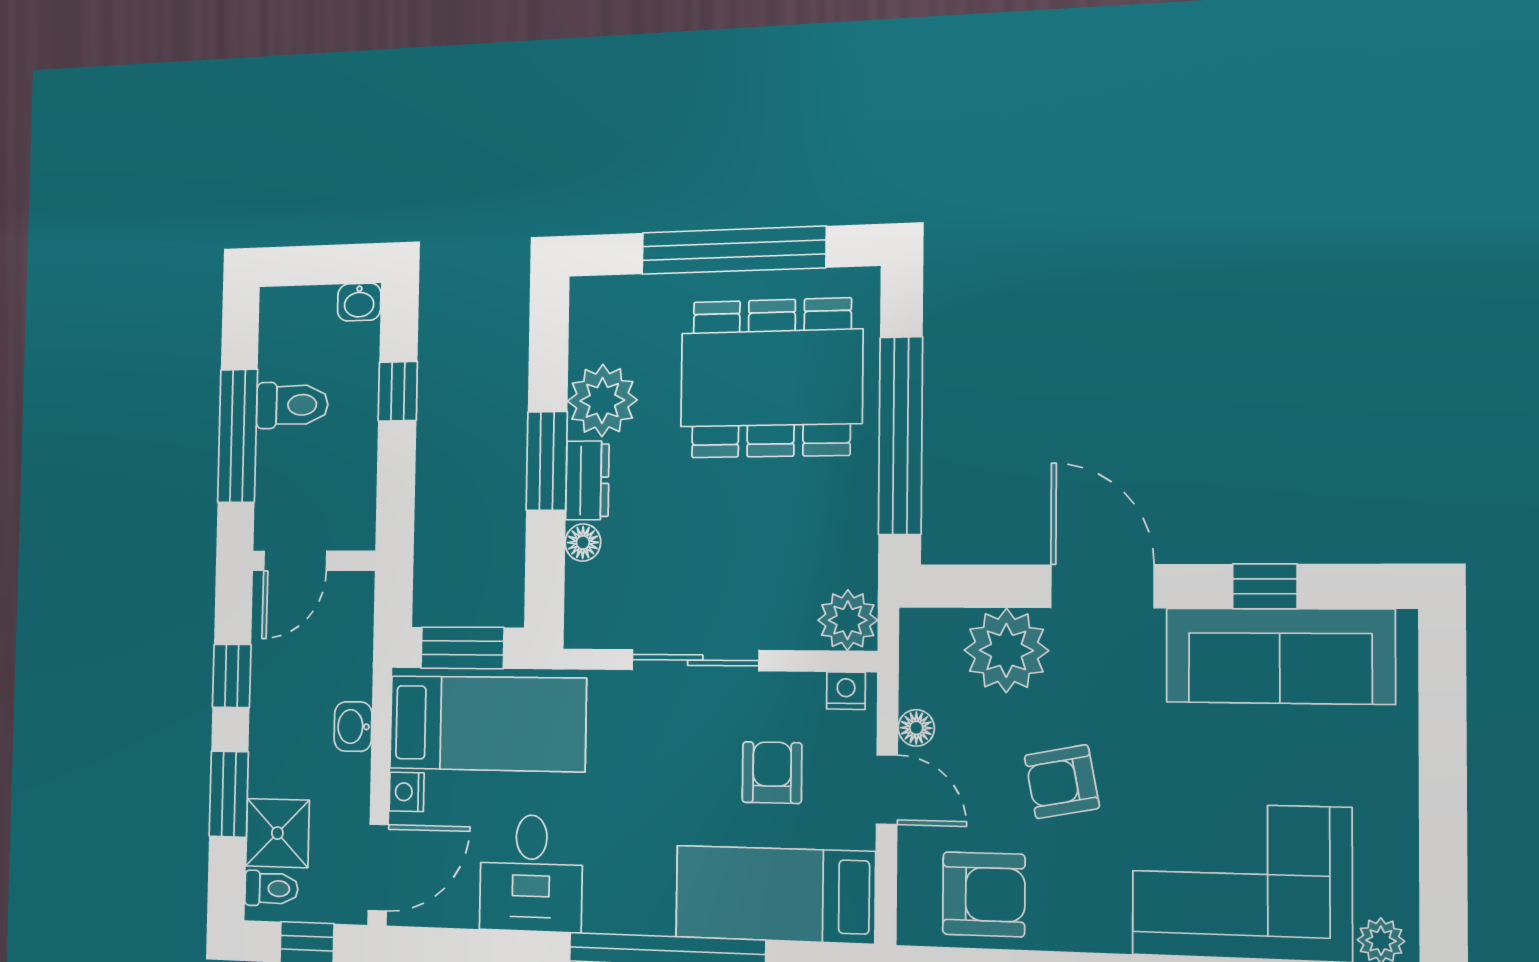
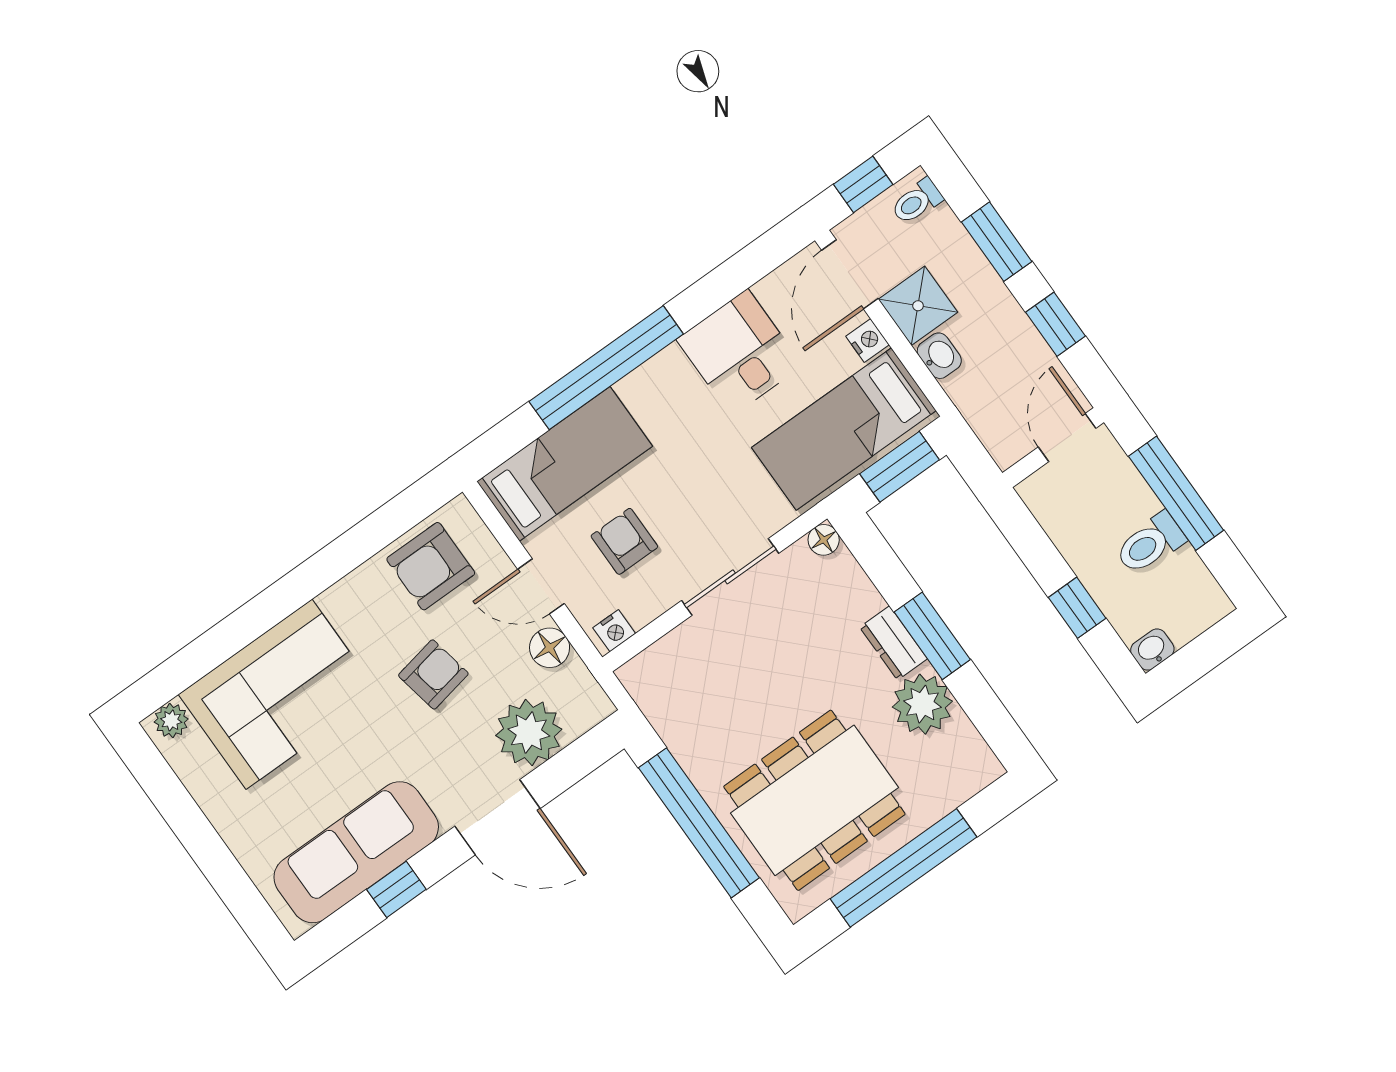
floor lamp: (583, 542) -> (824, 540), moved
plant: (848, 620) -> (647, 677), removed
floor lamp: (916, 728) -> (550, 648), width x1.37, depth x1.37
armchair: (772, 773) -> (624, 541), turned 180
shower: (277, 833) -> (918, 306), moved

